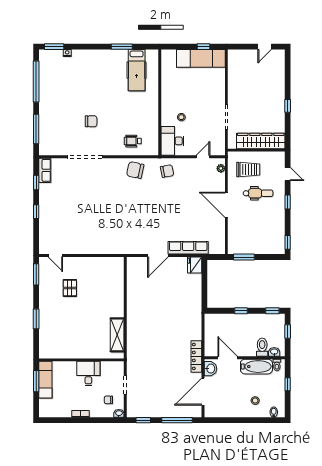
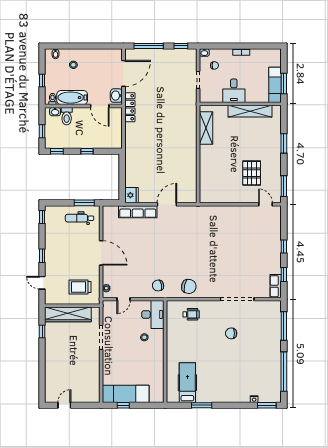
window: (288, 106) -> (42, 331), moved
dental chair: (258, 193) -> (80, 218), moved
pallet: (70, 288) -> (252, 173), width x1.50, depth x1.42
shelving: (71, 352) -> (250, 111), added

